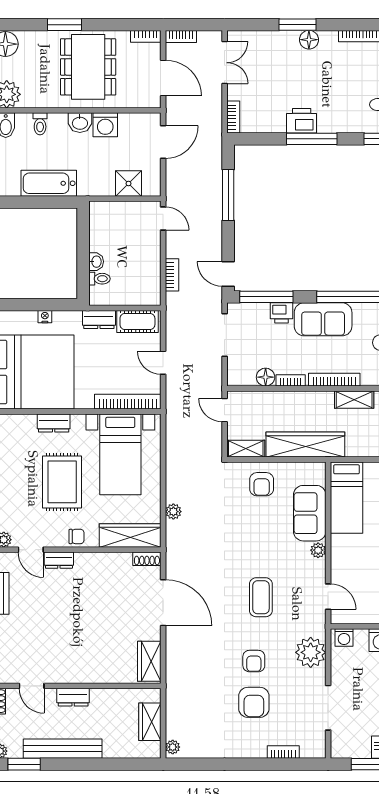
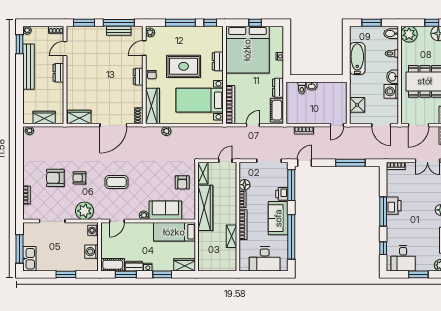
armchair: (262, 484) -> (182, 182), turned -90
dresser: (59, 560) -> (138, 77), moved

